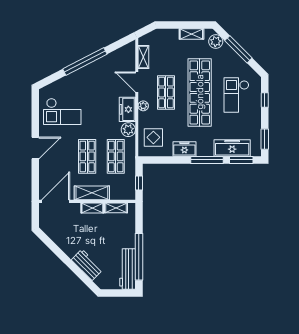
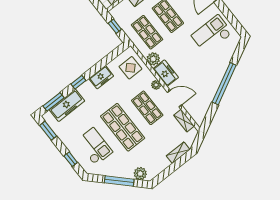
shelving: (191, 34) -> (178, 153), moved
shop shelf: (200, 92) -> (123, 127), width x0.71
window: (207, 160) -> (78, 82), width x0.46

